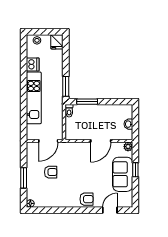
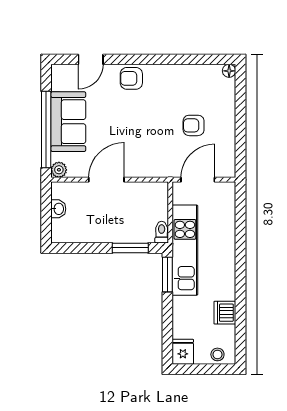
kitchen unit: (34, 98) -> (185, 250), moved, turned 180
window: (135, 170) -> (46, 130), width x3.17
window: (24, 178) -> (241, 115), removed

